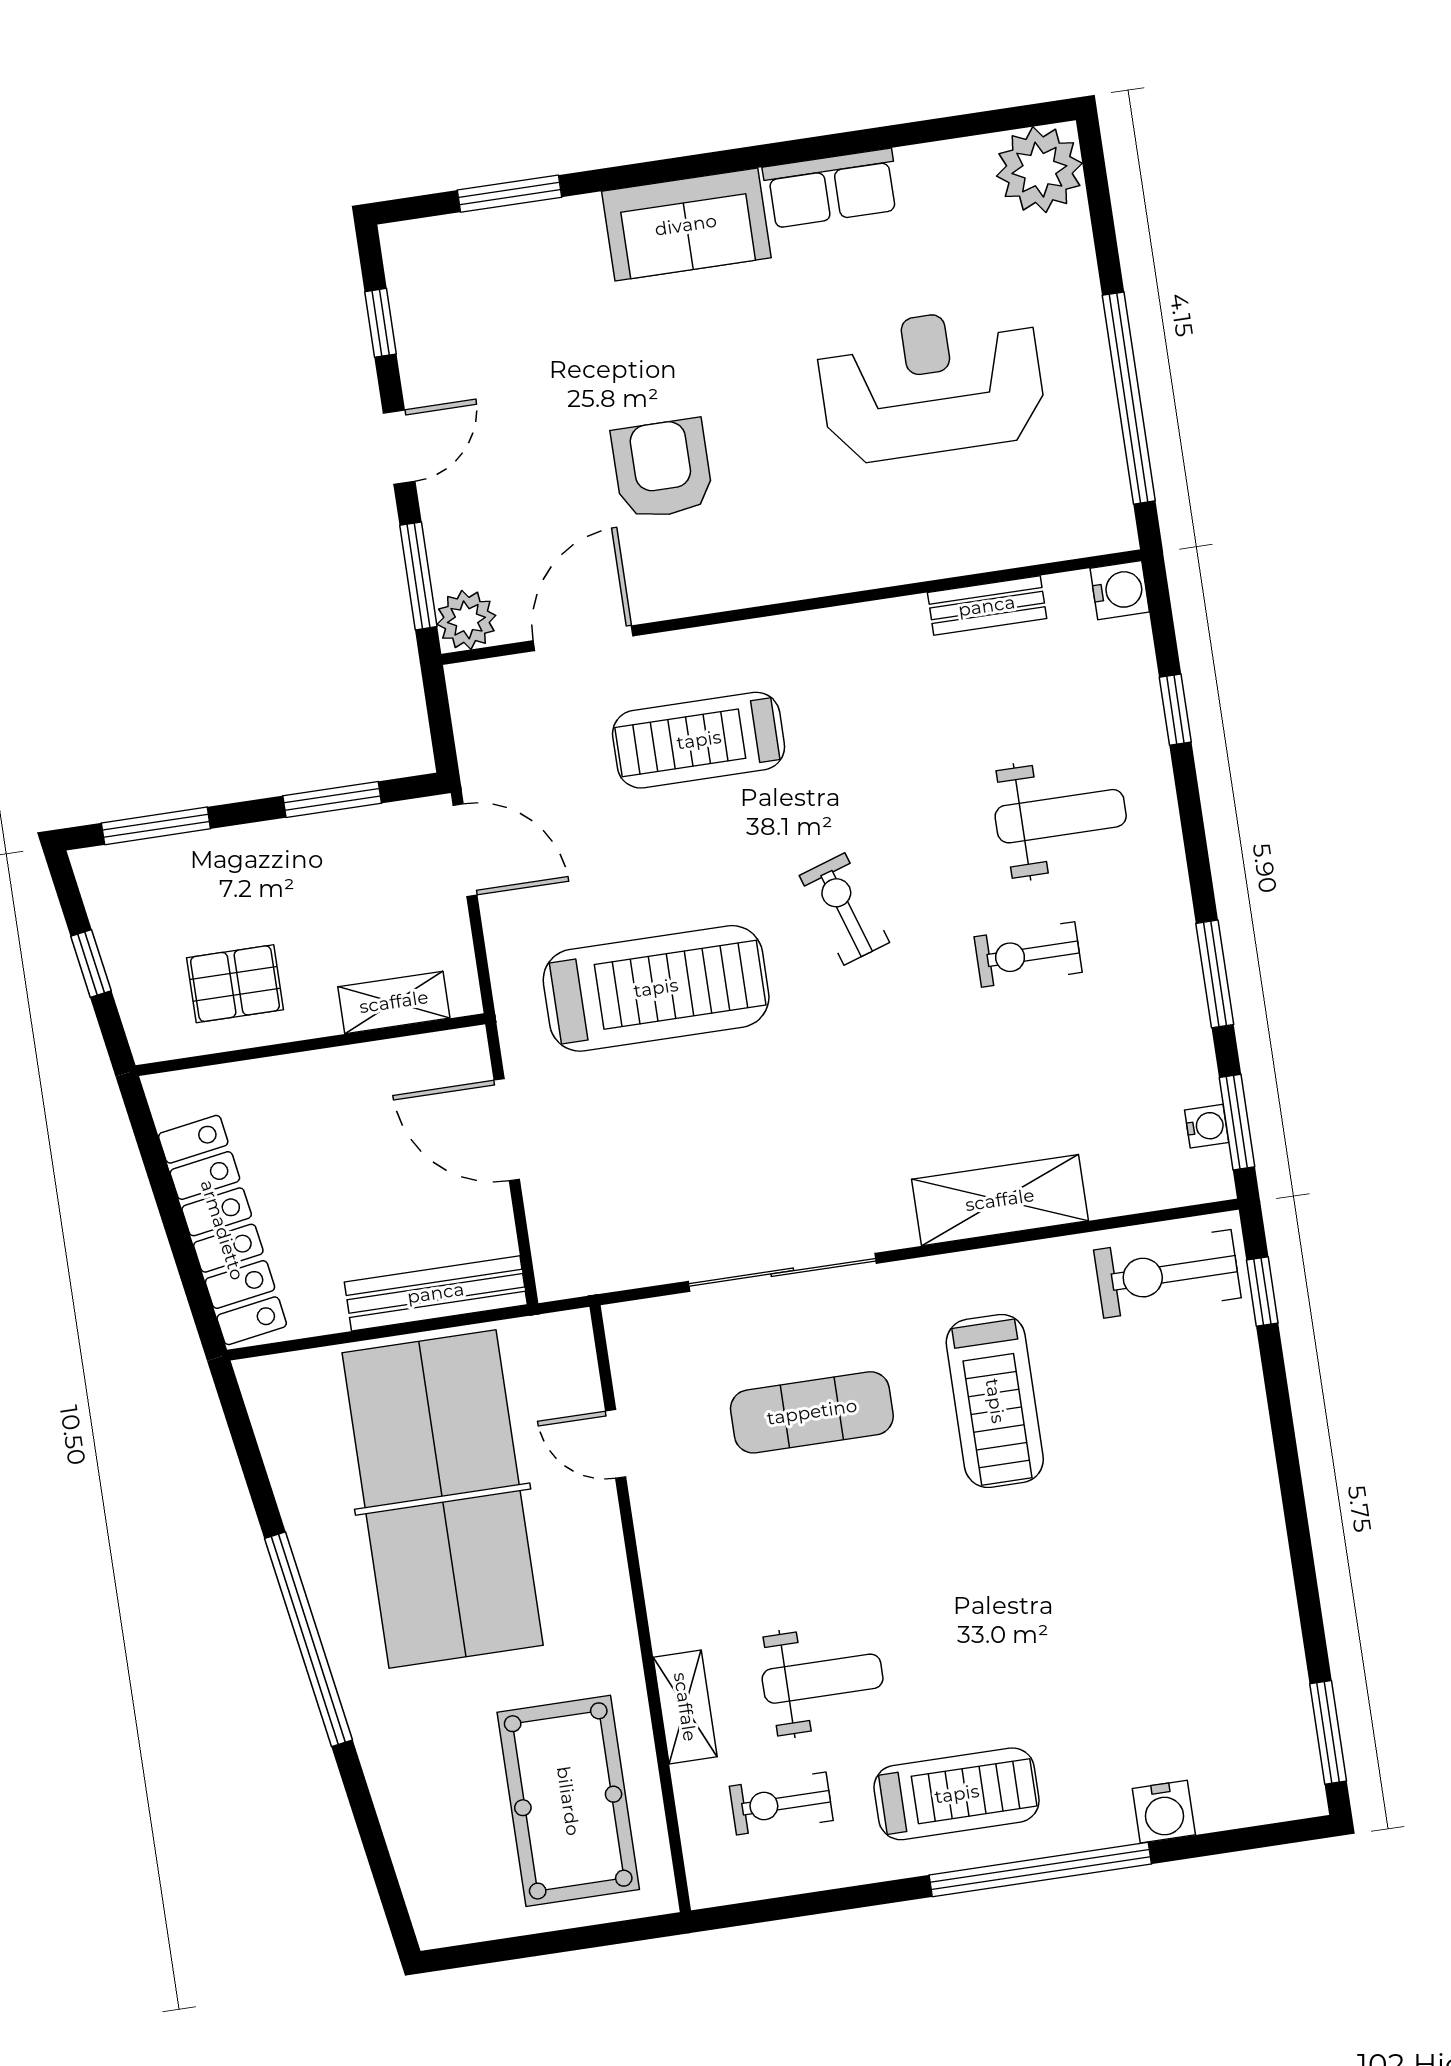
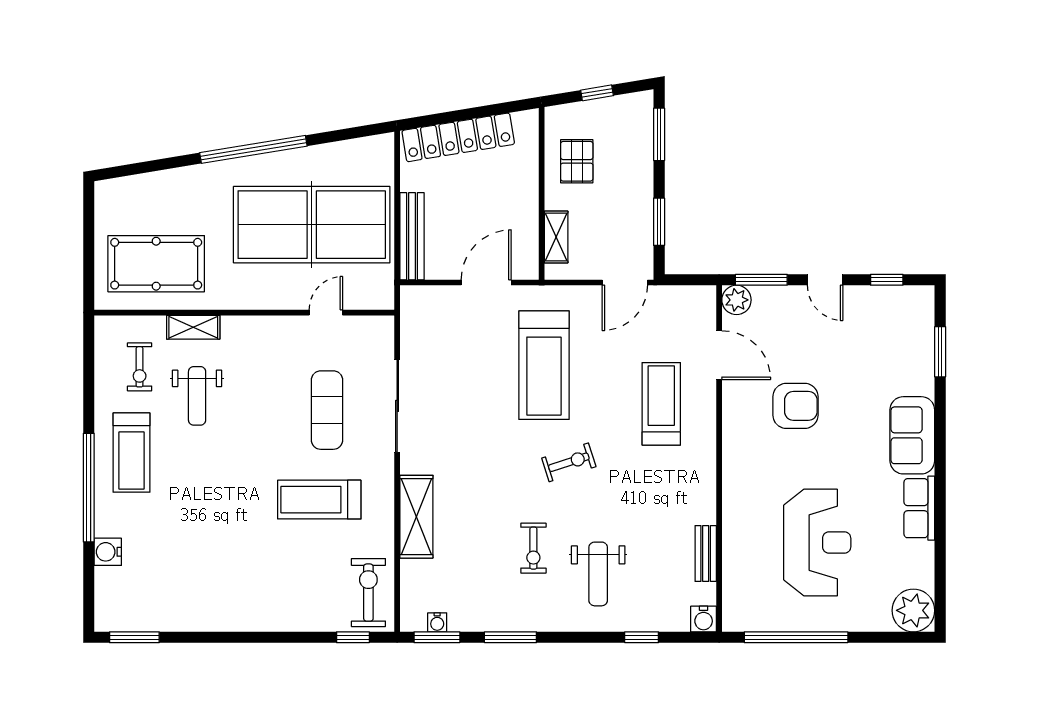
exercise bike: (1028, 955) -> (533, 548), turned 180
exercise bike: (781, 1803) -> (140, 367), turned 180

